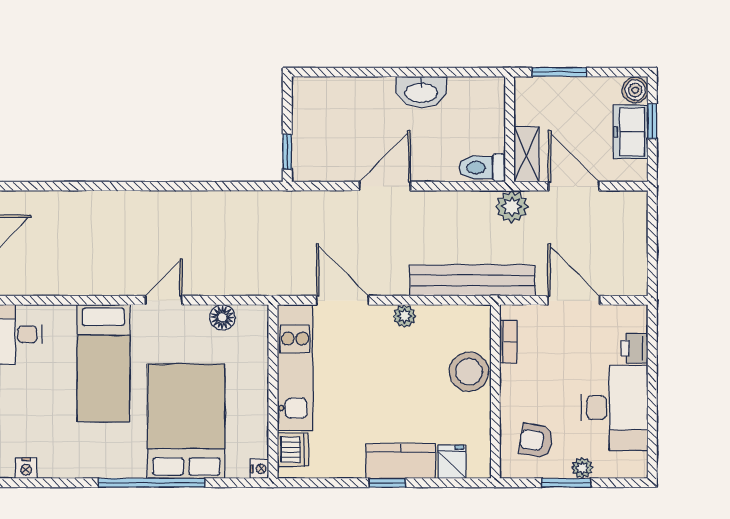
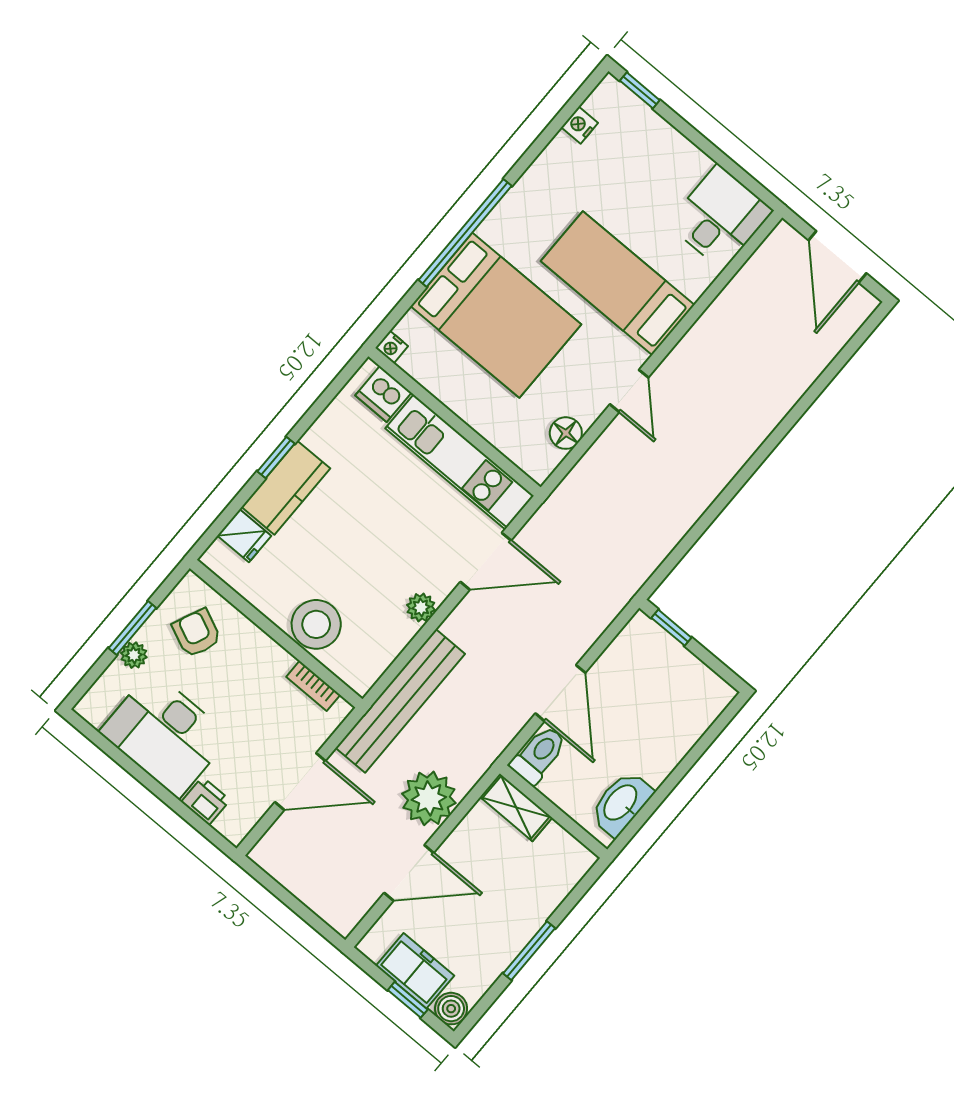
wall: (510, 129) -> (553, 812), moved
shelving: (526, 154) -> (516, 807), moved
toilet: (482, 168) -> (539, 755), moved
plant: (512, 207) -> (429, 798), width x1.36, depth x1.36
armchair: (536, 441) -> (197, 633), turned -75

